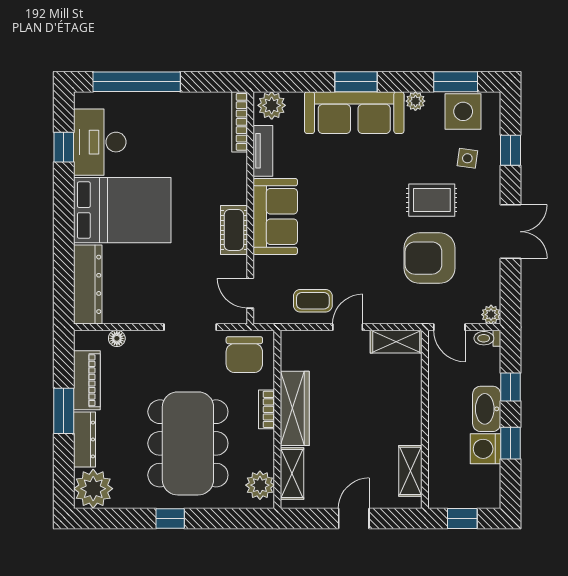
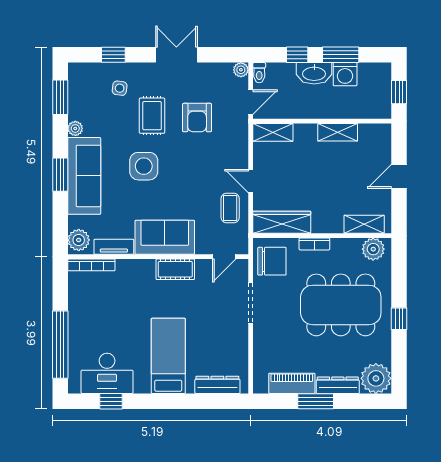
side table: (463, 111) -> (144, 166), moved
bed: (122, 210) -> (168, 356), width x0.67
armchair: (430, 258) -> (197, 118), width x0.73, depth x0.73
dresser: (88, 284) -> (217, 385), width x0.73, depth x0.80
floor lamp: (117, 338) -> (259, 360), removed
shelving: (396, 342) -> (273, 132), moved, turned 90
wardrobe: (295, 408) -> (282, 222), moved
window: (510, 443) -> (341, 55), width x1.50
shelving: (410, 471) -> (338, 132), moved
door: (354, 518) -> (399, 176), hinge flipped

